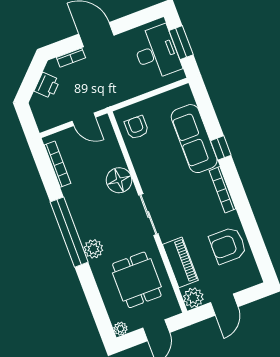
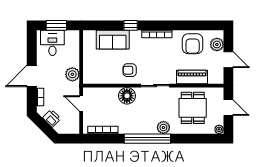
desk: (157, 52) -> (52, 43), width x0.73
plant: (120, 91) -> (72, 74), added
door: (84, 119) -> (81, 103), swing flipped
armchair: (137, 127) -> (130, 70), moved
sofa: (194, 139) -> (113, 40), width x0.73
dining table: (137, 280) -> (193, 108), turned 90
plant: (193, 298) -> (217, 44), moved

